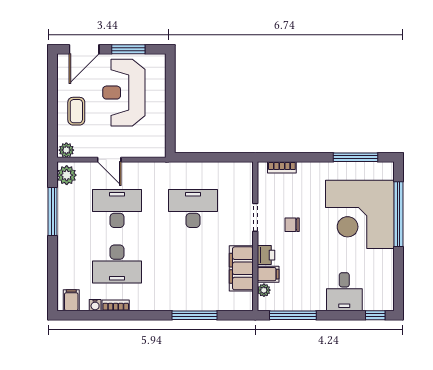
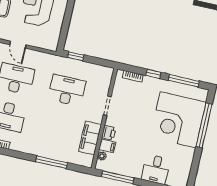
window: (195, 157) -> (76, 56), added
window: (310, 157) -> (153, 74), added
chair: (292, 225) -> (131, 116), removed

